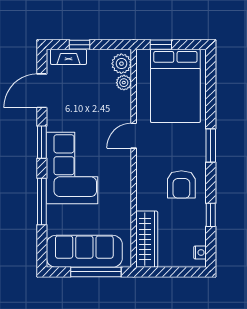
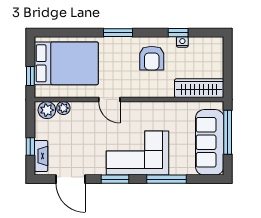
armchair: (181, 184) -> (152, 58), turned 90
nightstand: (200, 252) -> (182, 42), moved

